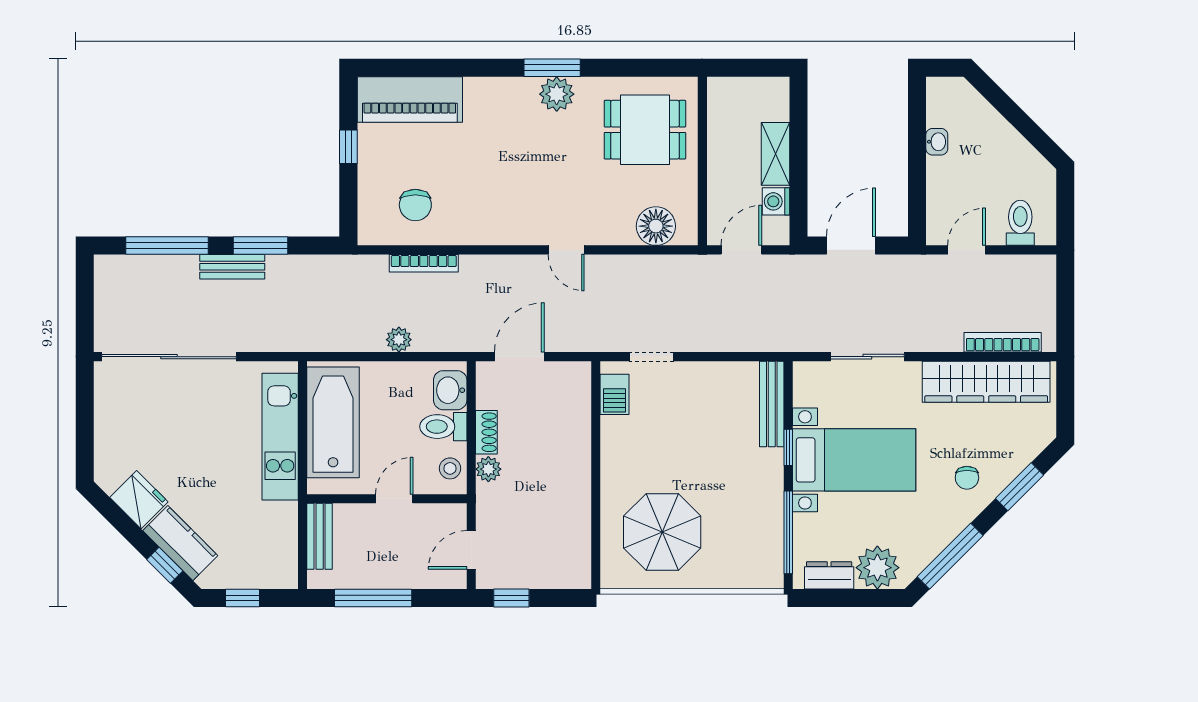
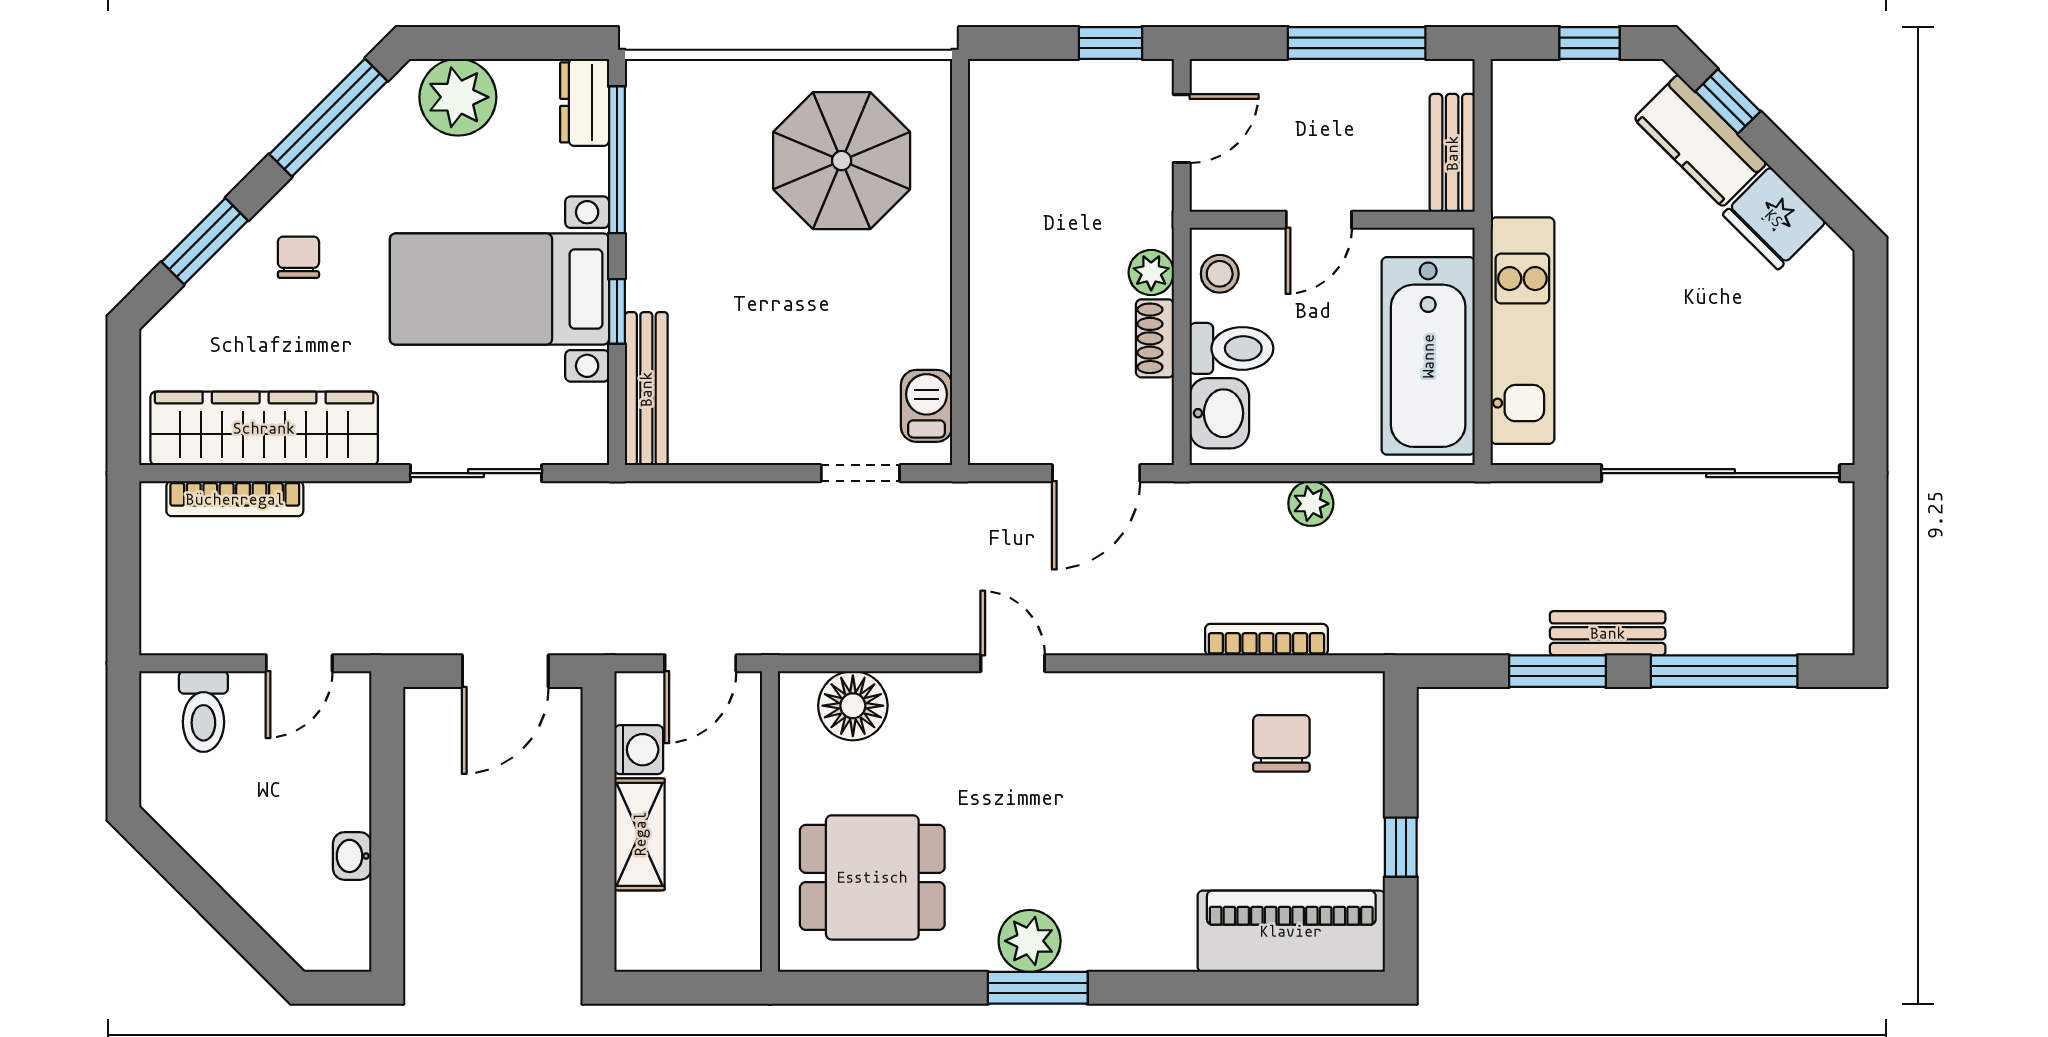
dresser: (829, 575) -> (585, 102), moved, turned 90

